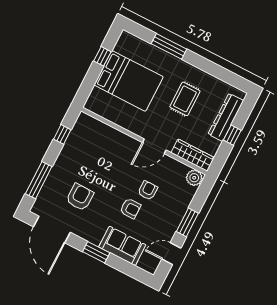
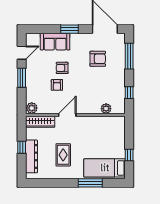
bed: (129, 81) -> (105, 168), moved, width x0.67
plant: (101, 129) -> (106, 109), added
armchair: (80, 197) -> (98, 59), turned -91

